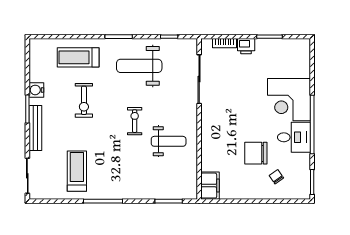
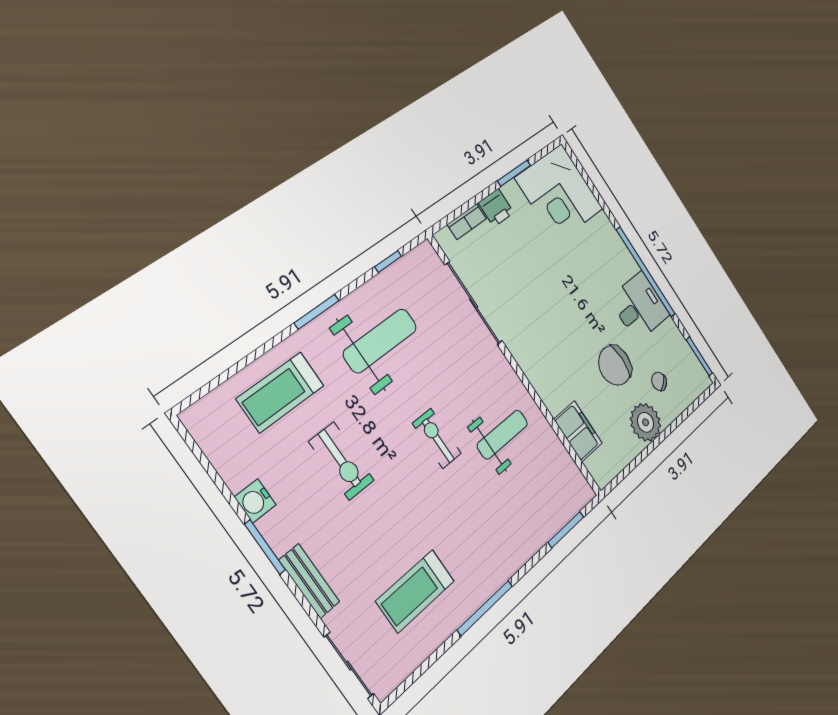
weight bench: (139, 66) -> (380, 341), turned 180
corner desk: (289, 100) -> (559, 193), moved
bench: (35, 128) -> (309, 581), width x0.73
treadmill: (77, 171) -> (415, 591), turned -90
filing cabinet: (210, 186) -> (578, 431), moved
plant: (252, 189) -> (646, 422), added

